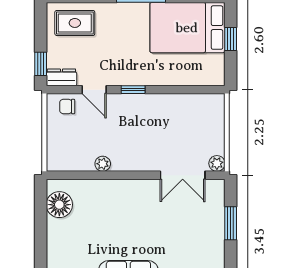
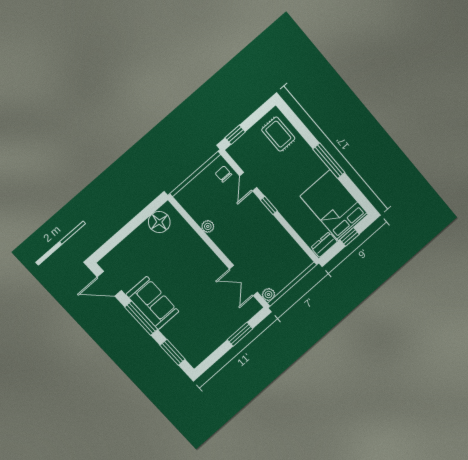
dresser: (61, 77) -> (324, 245), moved, turned -90

